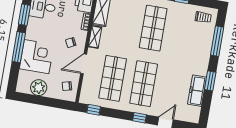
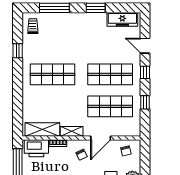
door: (84, 64) -> (101, 138), hinge flipped
freezer: (197, 91) -> (122, 19), moved
window: (94, 110) -> (145, 102), moved

